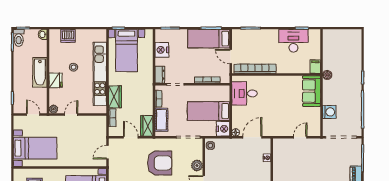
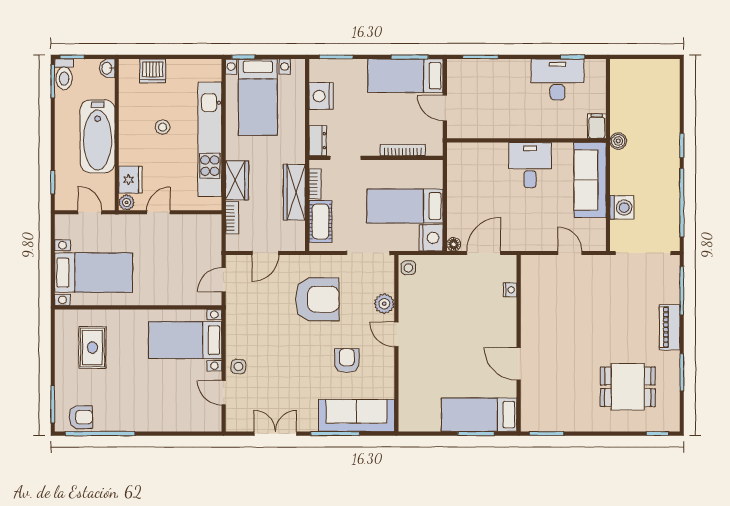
bookcase: (255, 69) -> (489, 130), removed
bathtub: (40, 72) -> (98, 136), width x1.36, depth x1.36
fridge: (56, 80) -> (130, 180), moved
sofa: (312, 91) -> (590, 180), width x1.36
desk: (244, 93) -> (530, 165), moved, turned 90
wardrobe: (147, 126) -> (294, 192), moved, width x1.50
door: (131, 137) -> (265, 253), swing flipped
door: (300, 137) -> (570, 253), hinge flipped

